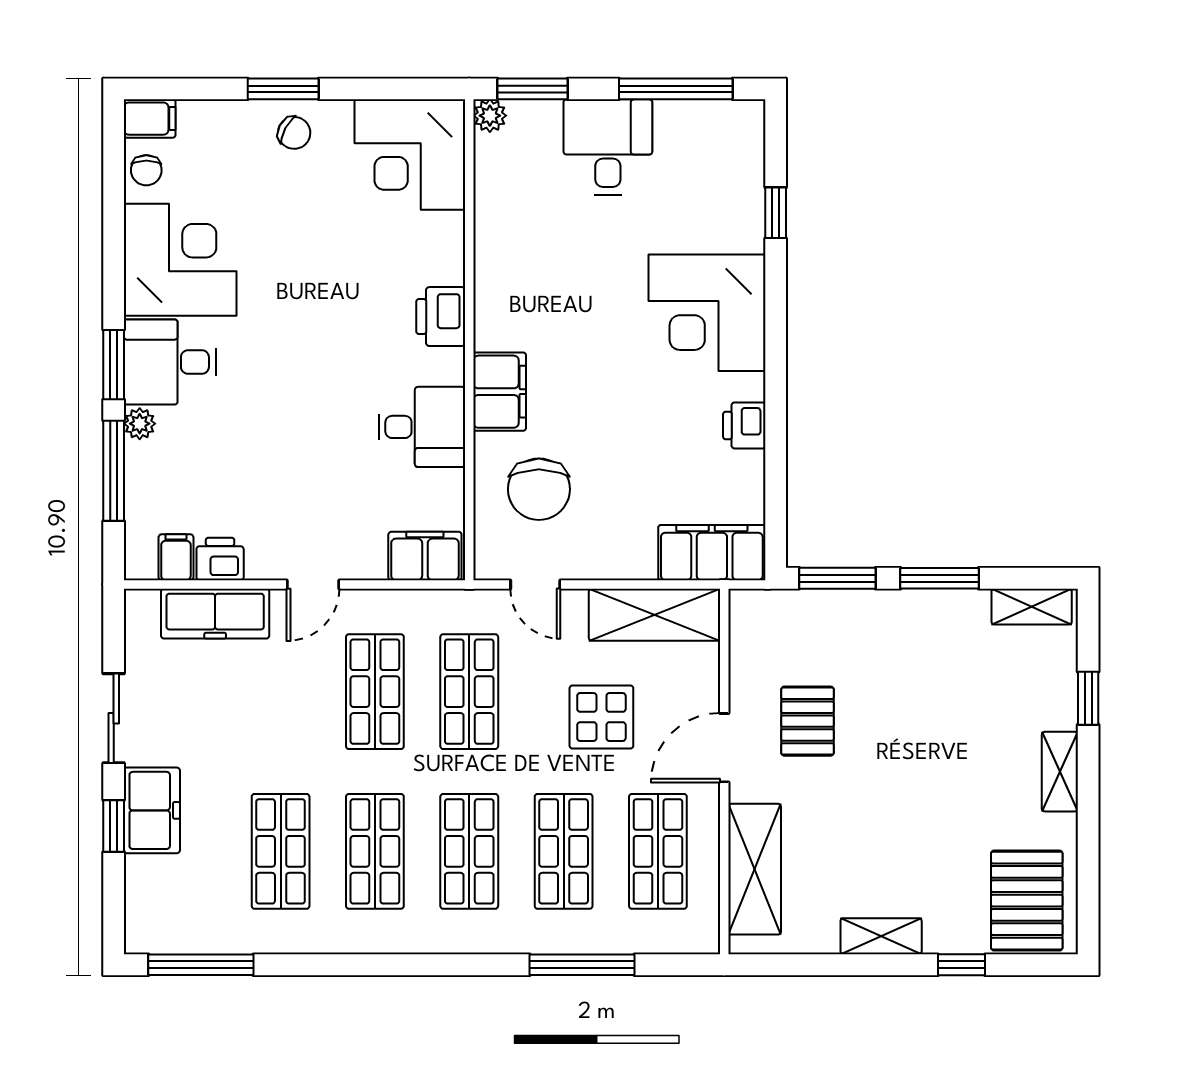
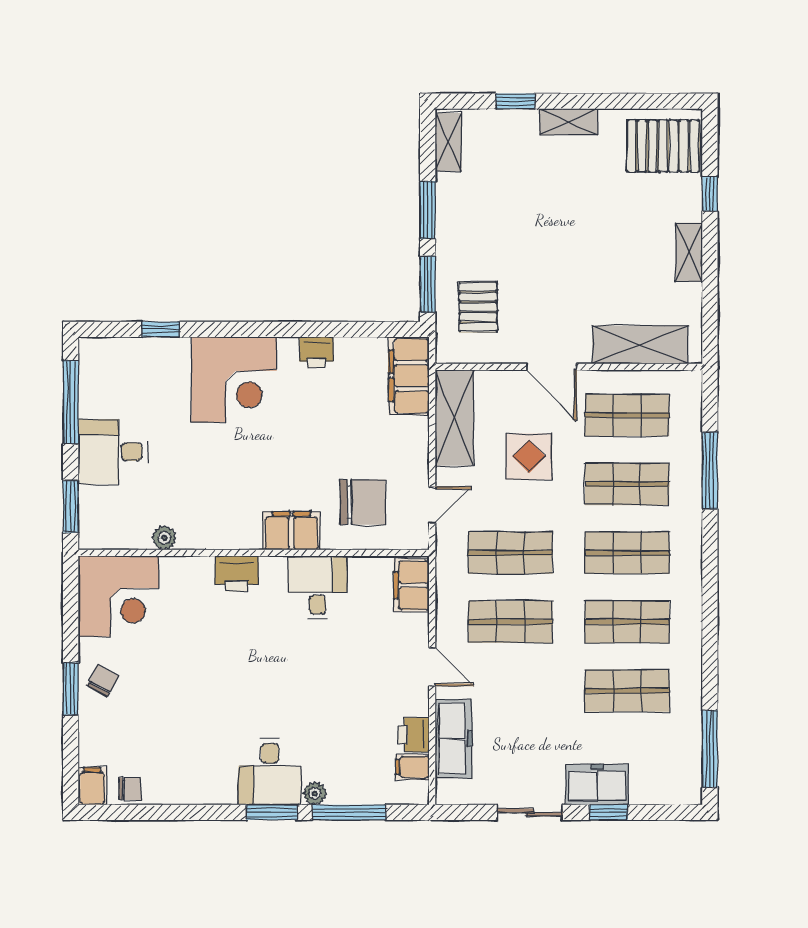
plant: (490, 116) -> (164, 538), moved
corner desk: (180, 260) -> (195, 764), removed
pallet: (808, 721) -> (478, 307), moved, turned 90

